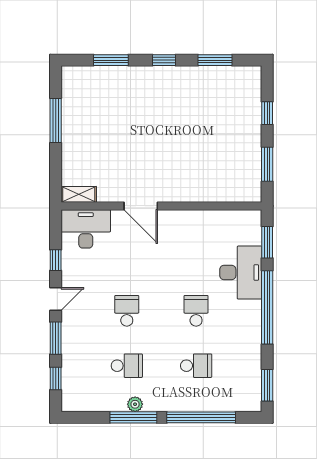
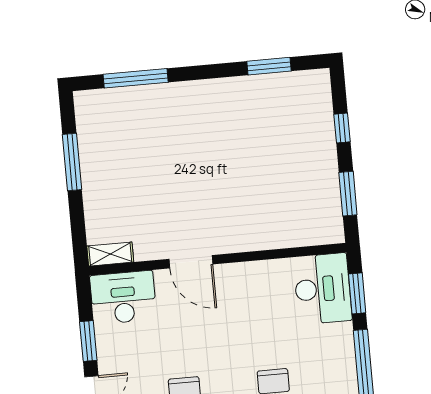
window: (111, 60) -> (136, 78), width x1.44
window: (164, 60) -> (204, 72), removed
window: (56, 260) -> (88, 341), width x1.50
desk: (241, 273) -> (323, 289), moved

